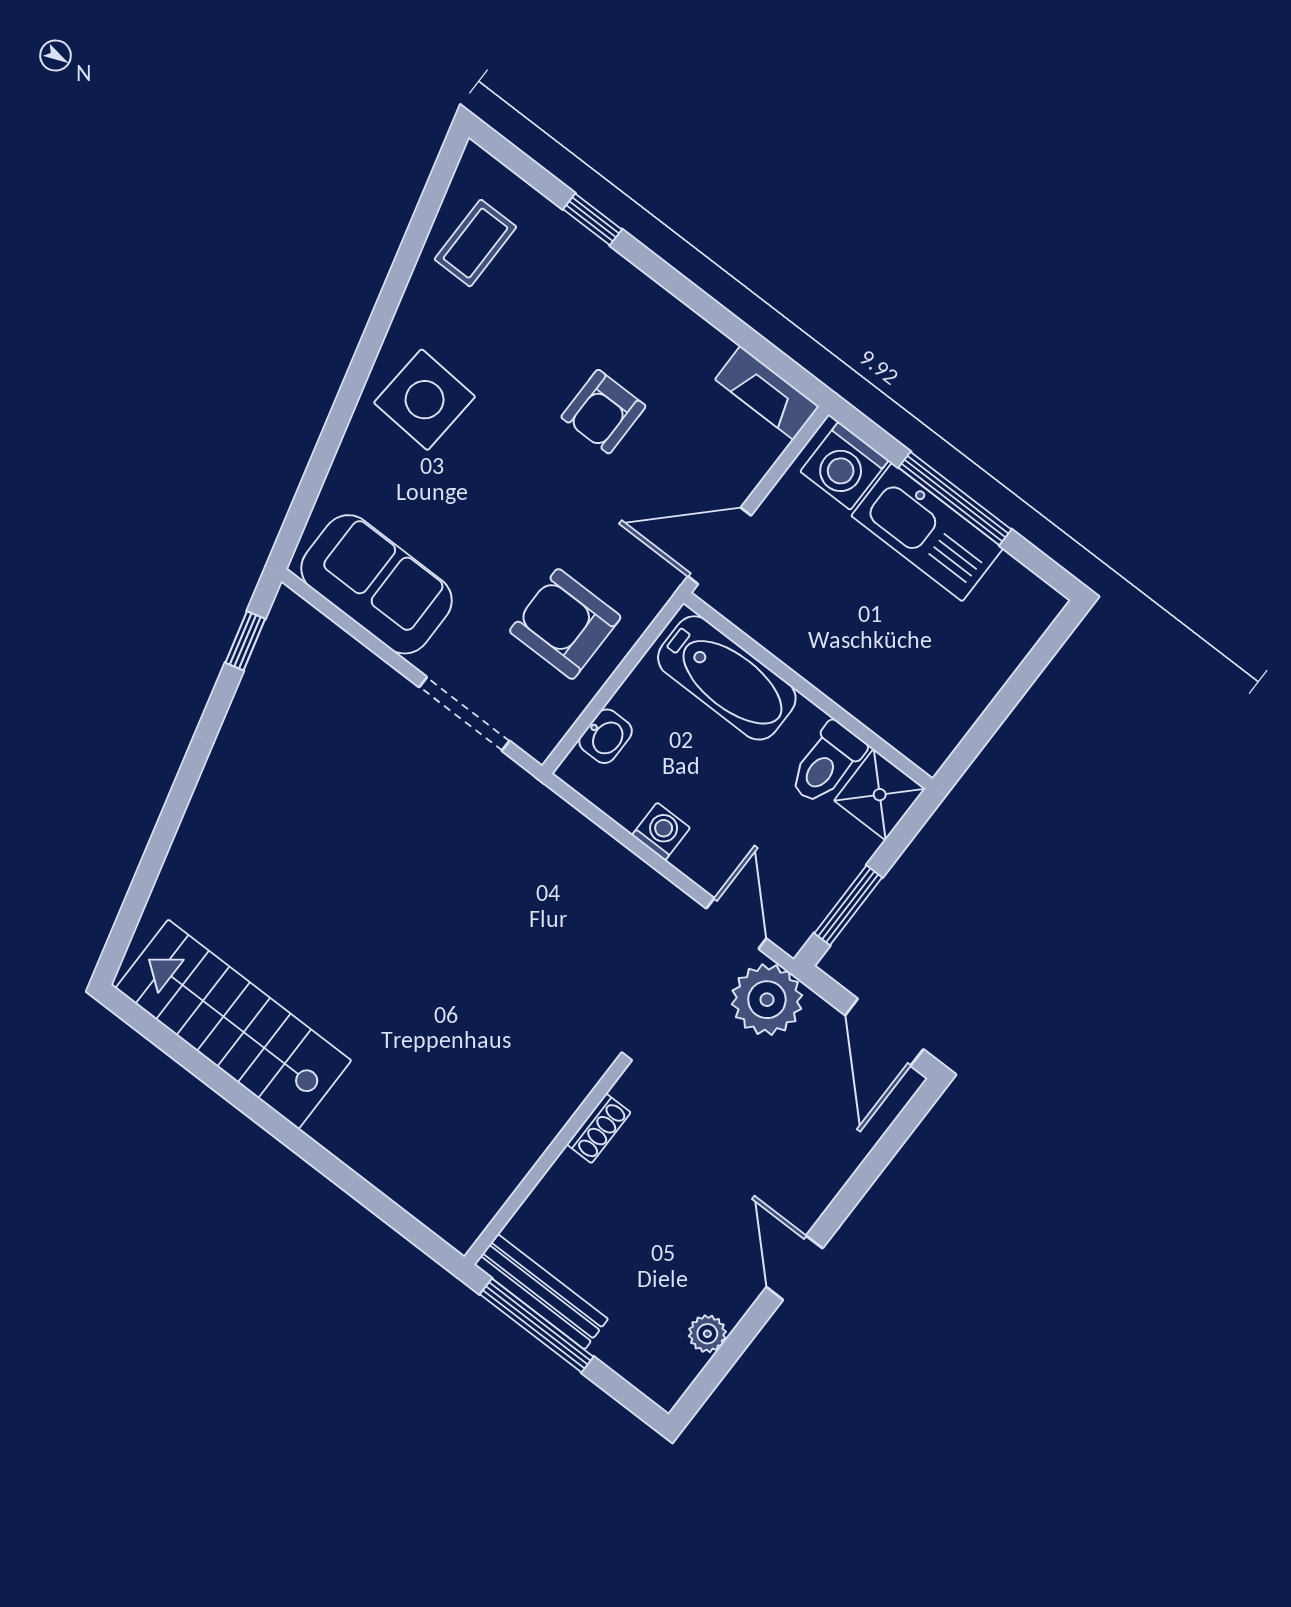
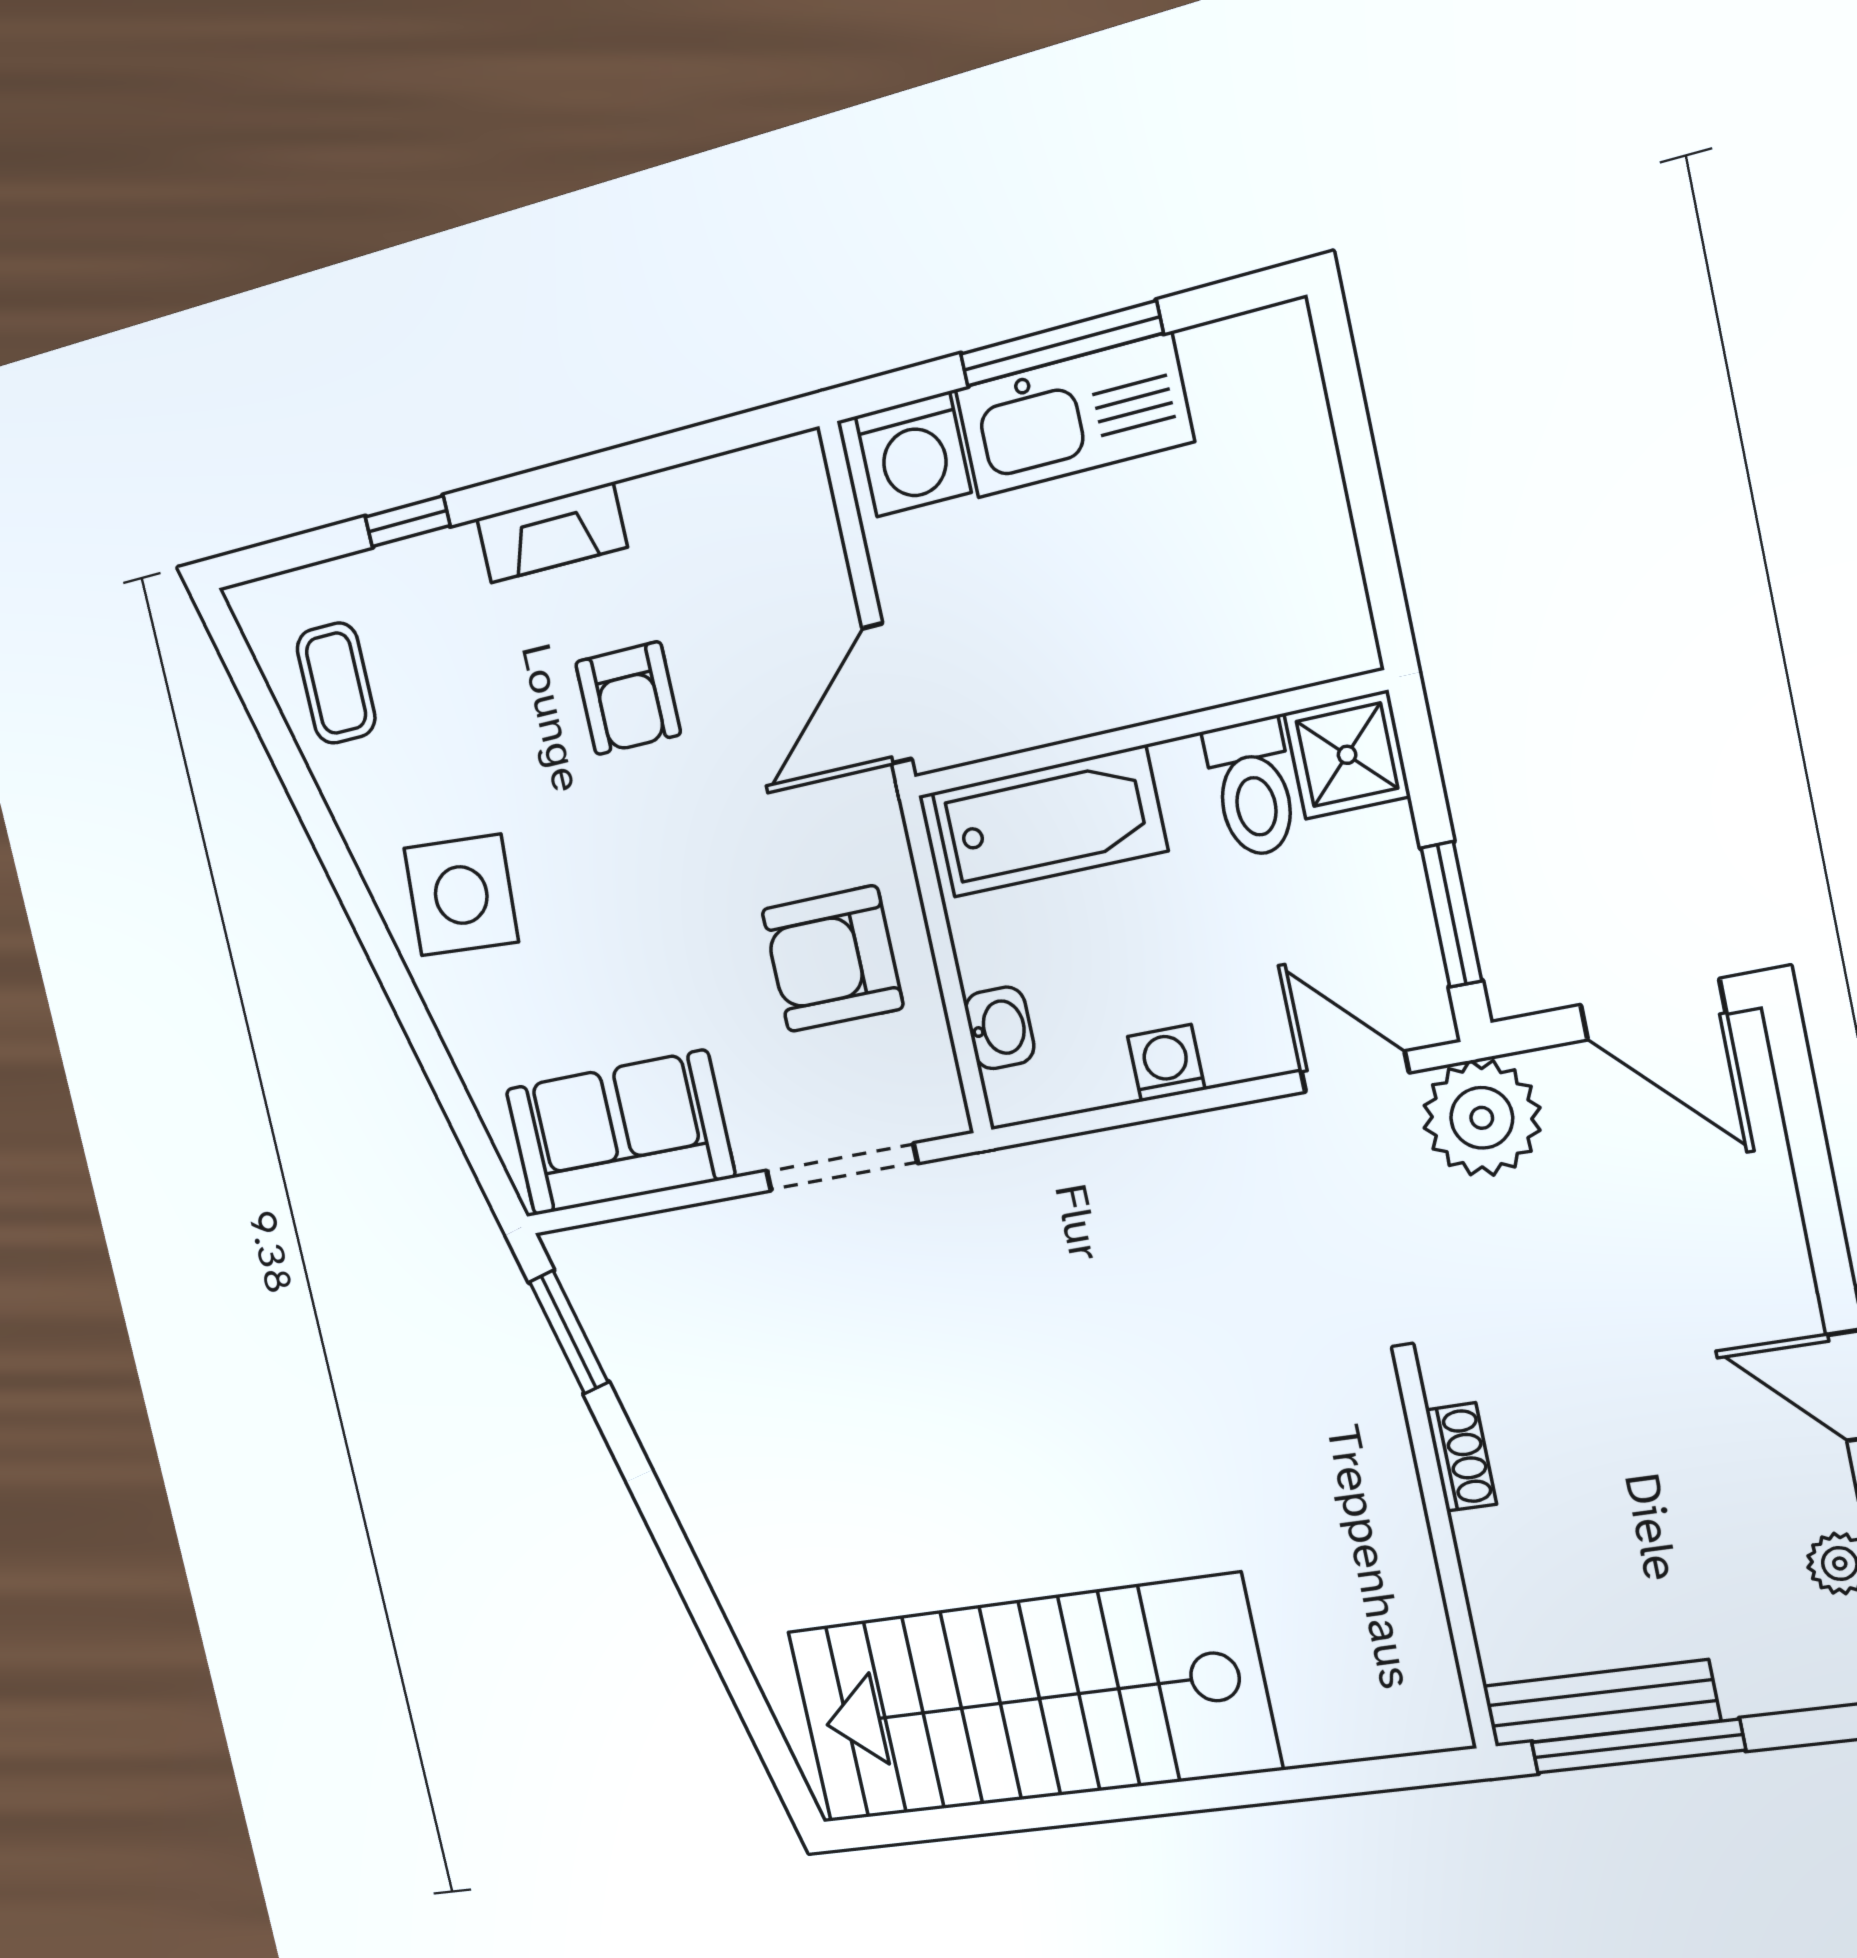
fireplace: (767, 393) -> (552, 533), moved
window: (245, 641) -> (569, 1332), width x1.50
stairs: (233, 1024) -> (1030, 1700), width x1.36, depth x1.51

